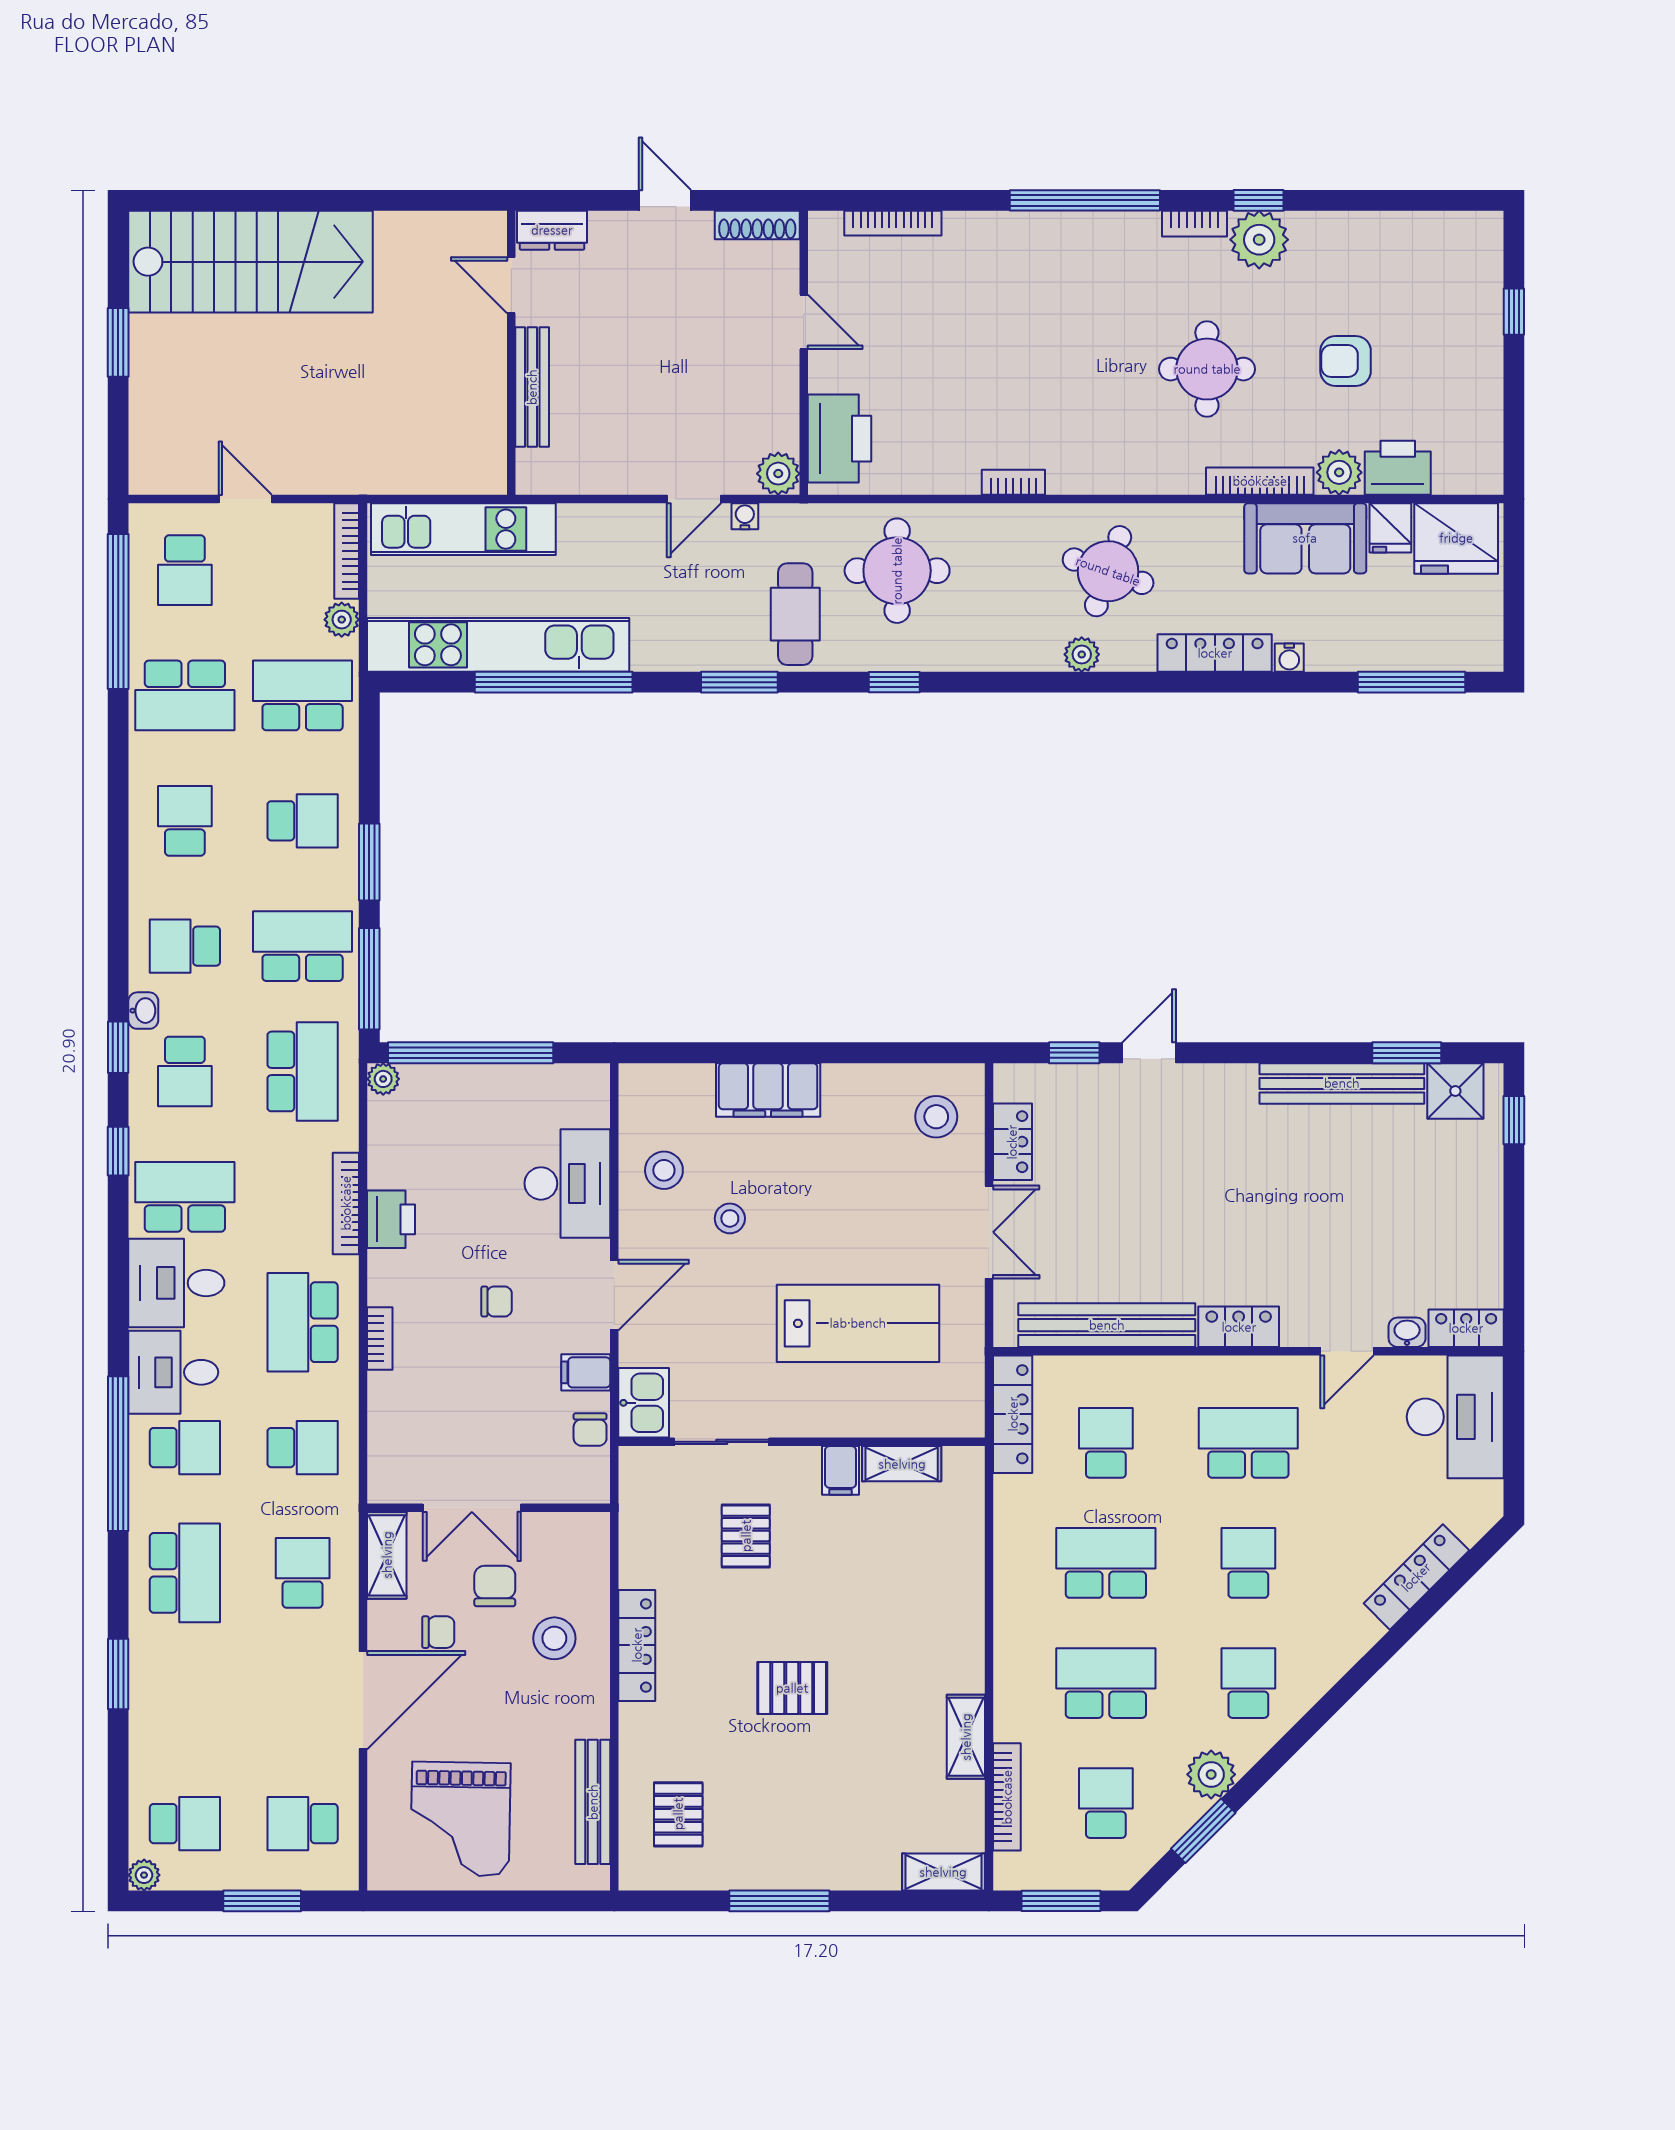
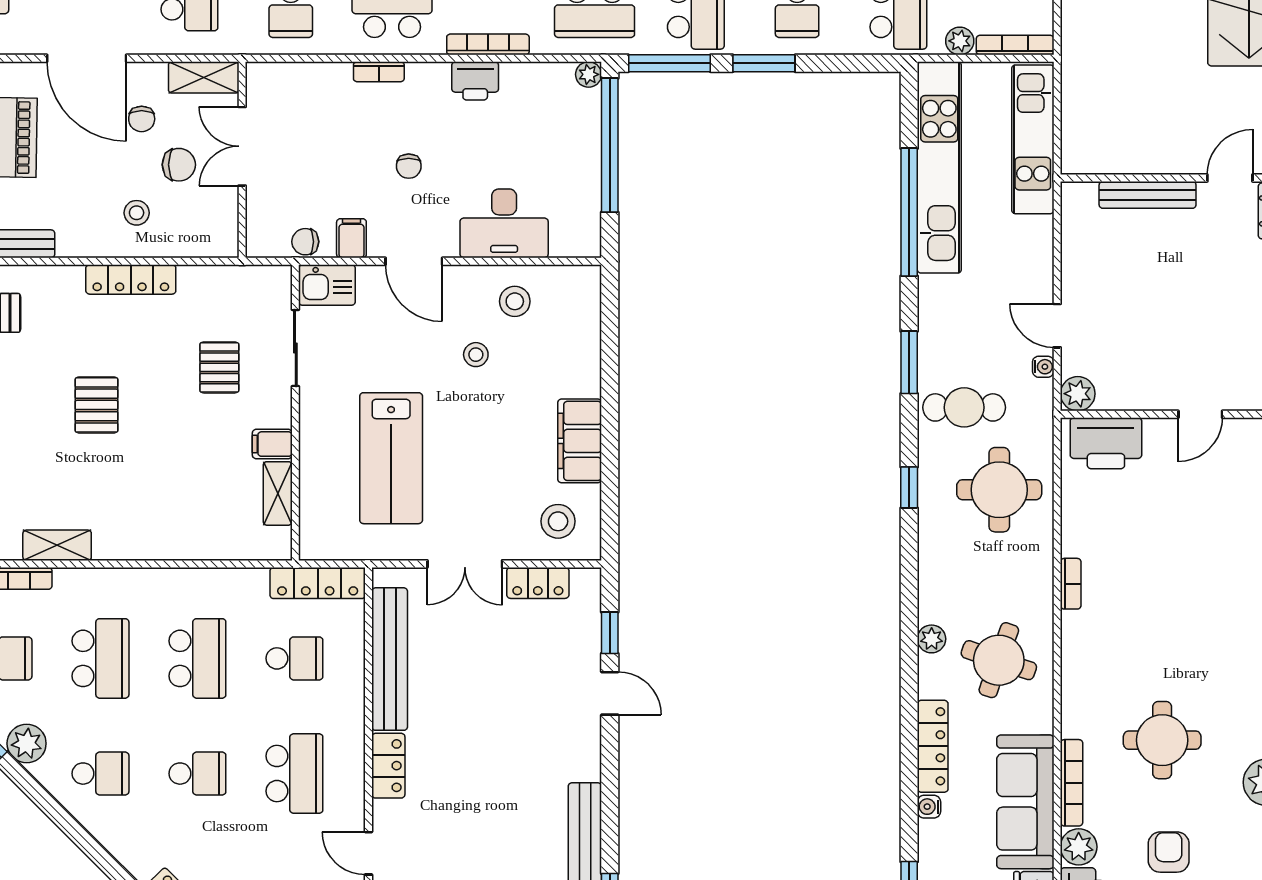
sofa: (1305, 538) -> (1025, 802), width x1.36
filing cabinet: (768, 1090) -> (580, 441), moved
pallet: (746, 1536) -> (219, 367), turned 90
stool: (554, 1638) -> (137, 213), width x0.73, depth x0.73

